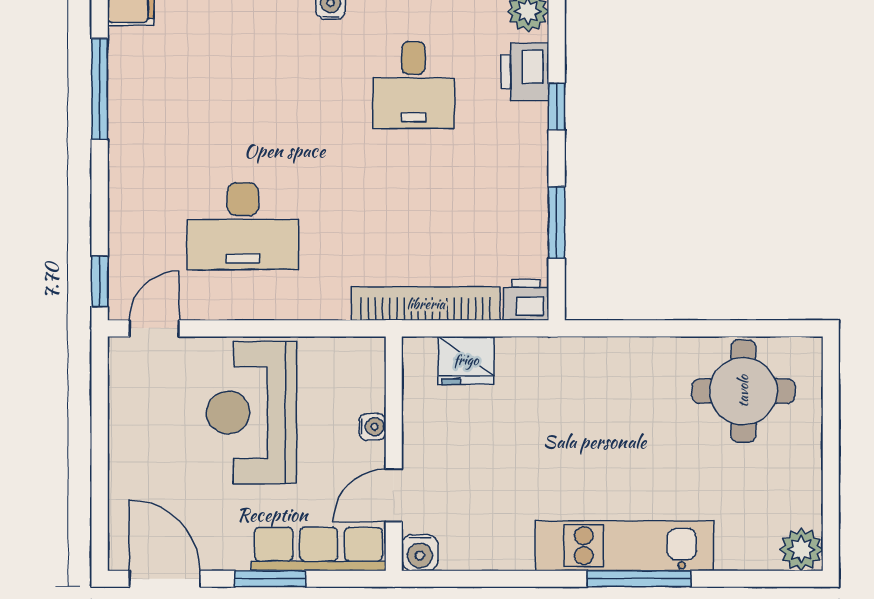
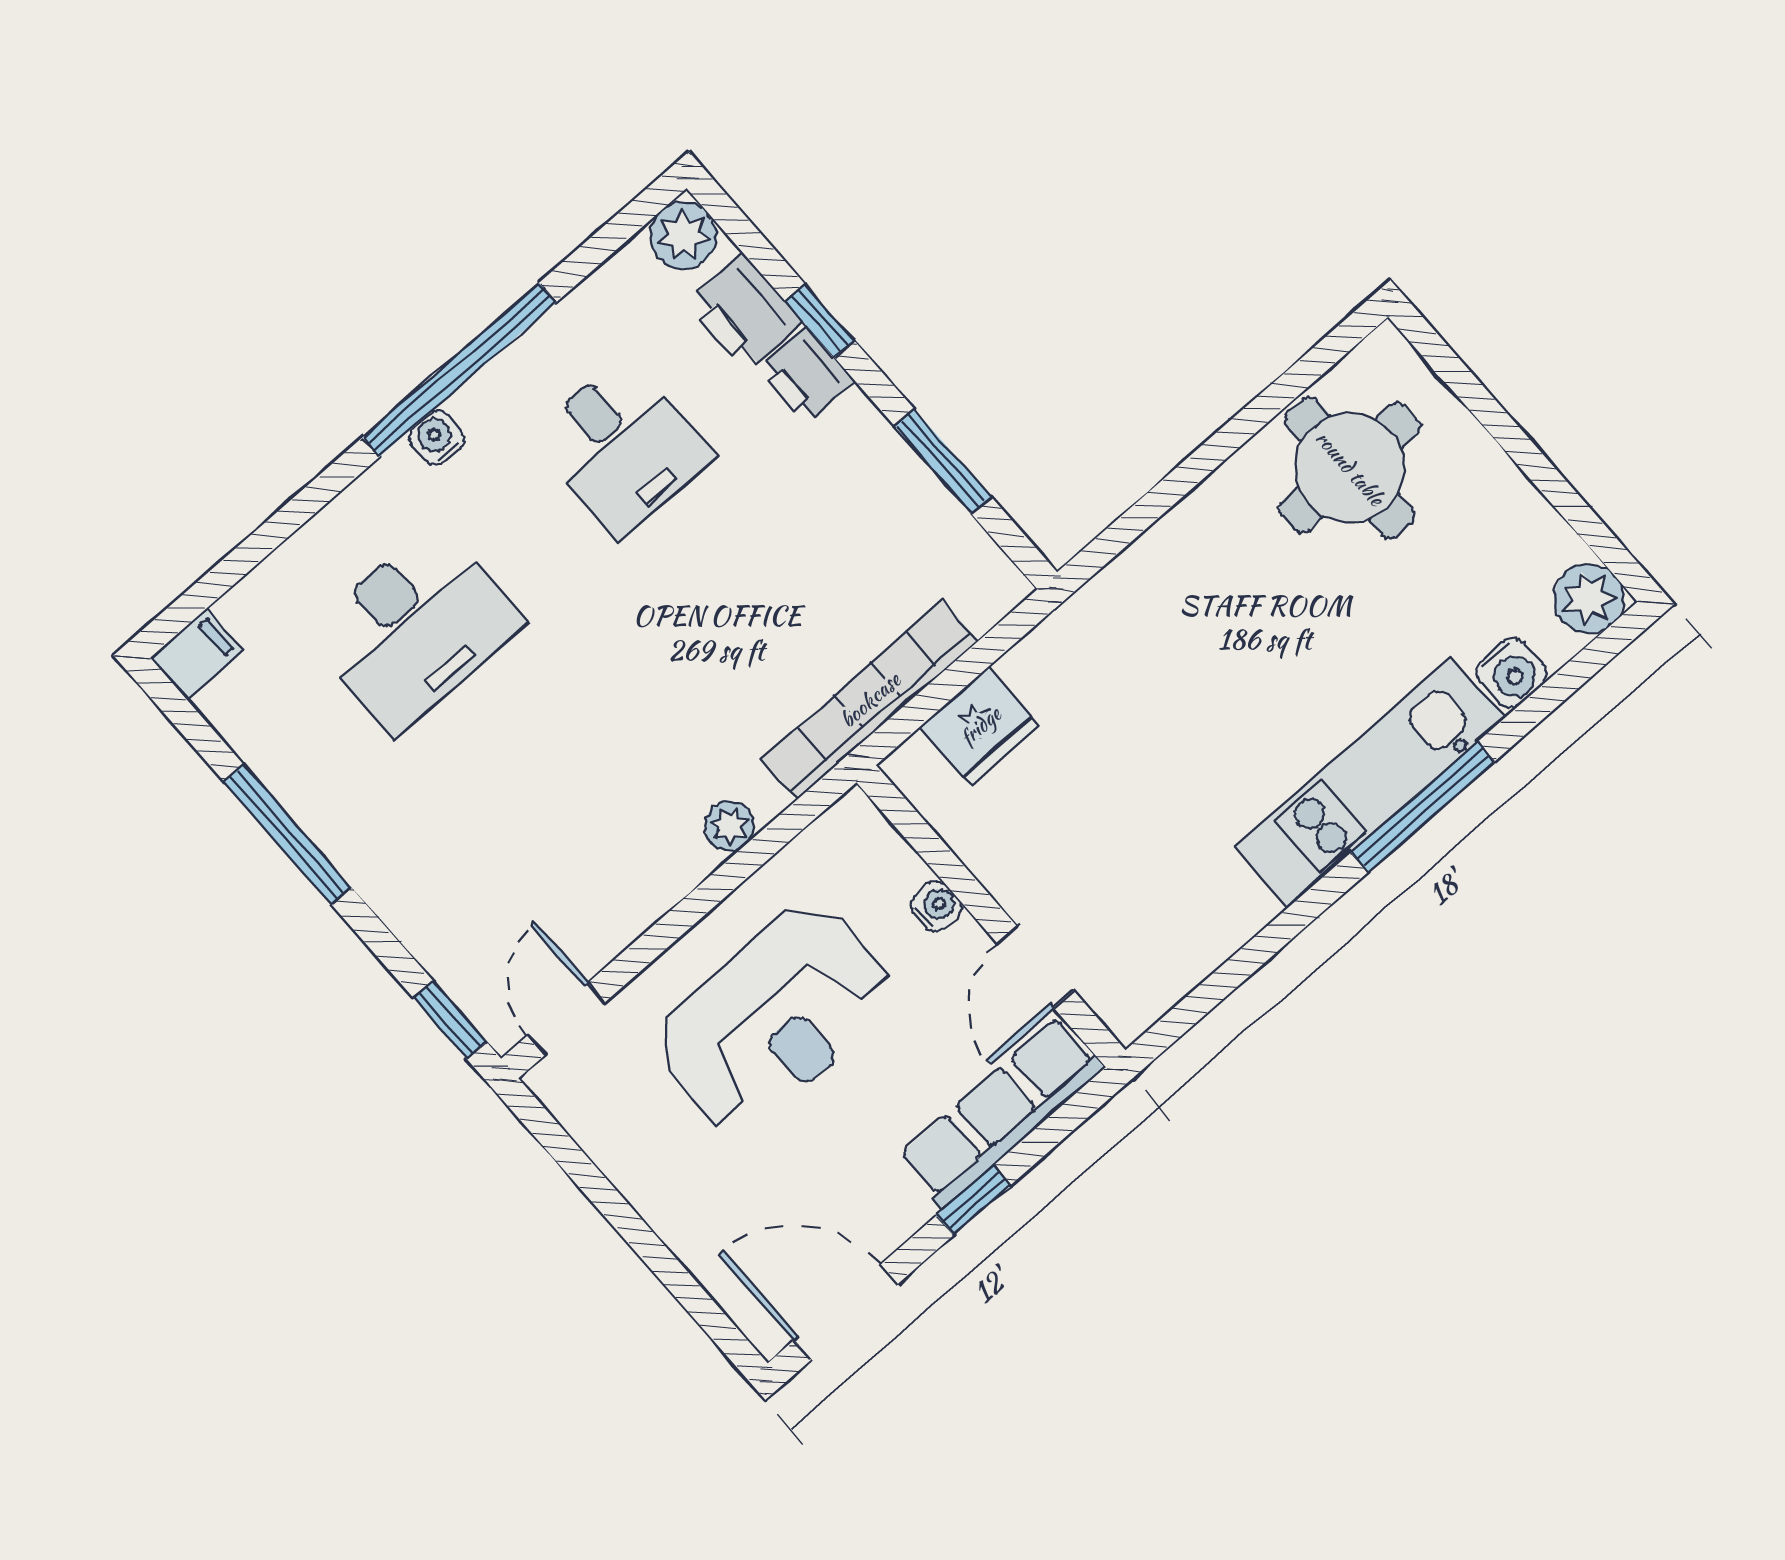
window: (100, 89) -> (287, 834), moved
desk: (243, 226) -> (415, 629), moved
printer: (526, 300) -> (806, 375), moved, turned -90
plant: (309, 305) -> (730, 826), added
reception desk: (251, 413) -> (774, 1018), turned -90
water cooler: (420, 553) -> (1512, 673), moved
window: (270, 579) -> (974, 1200), width x0.67

